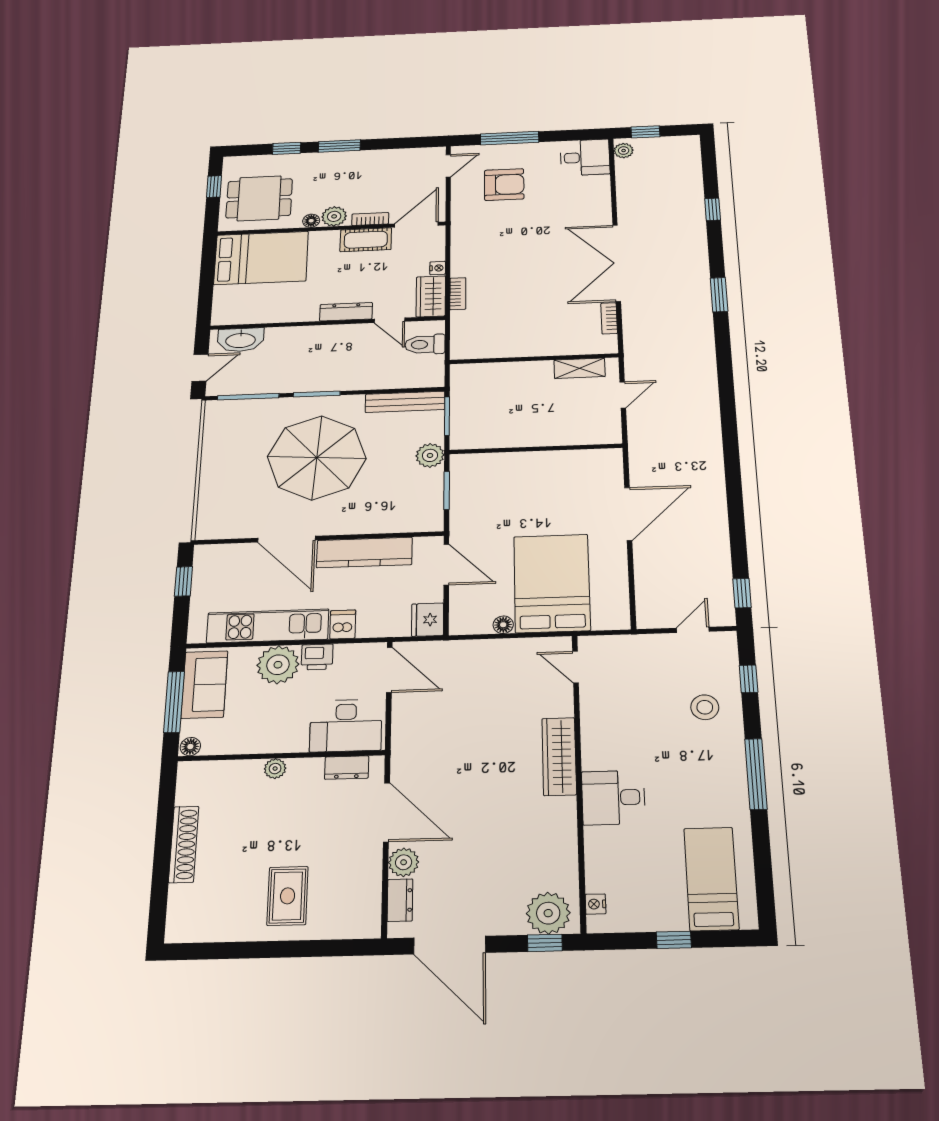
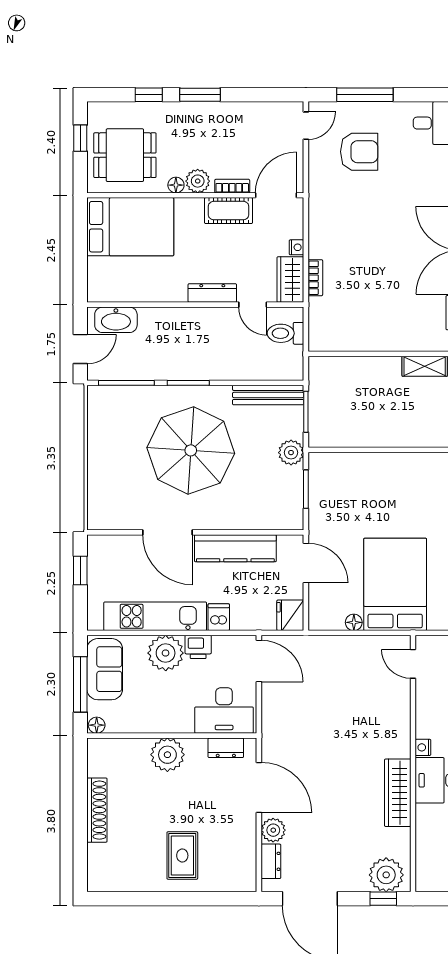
wardrobe: (559, 756) -> (398, 793), moved
plant: (275, 769) -> (167, 755), width x1.88, depth x1.88
nightstand: (596, 904) -> (423, 747), moved

